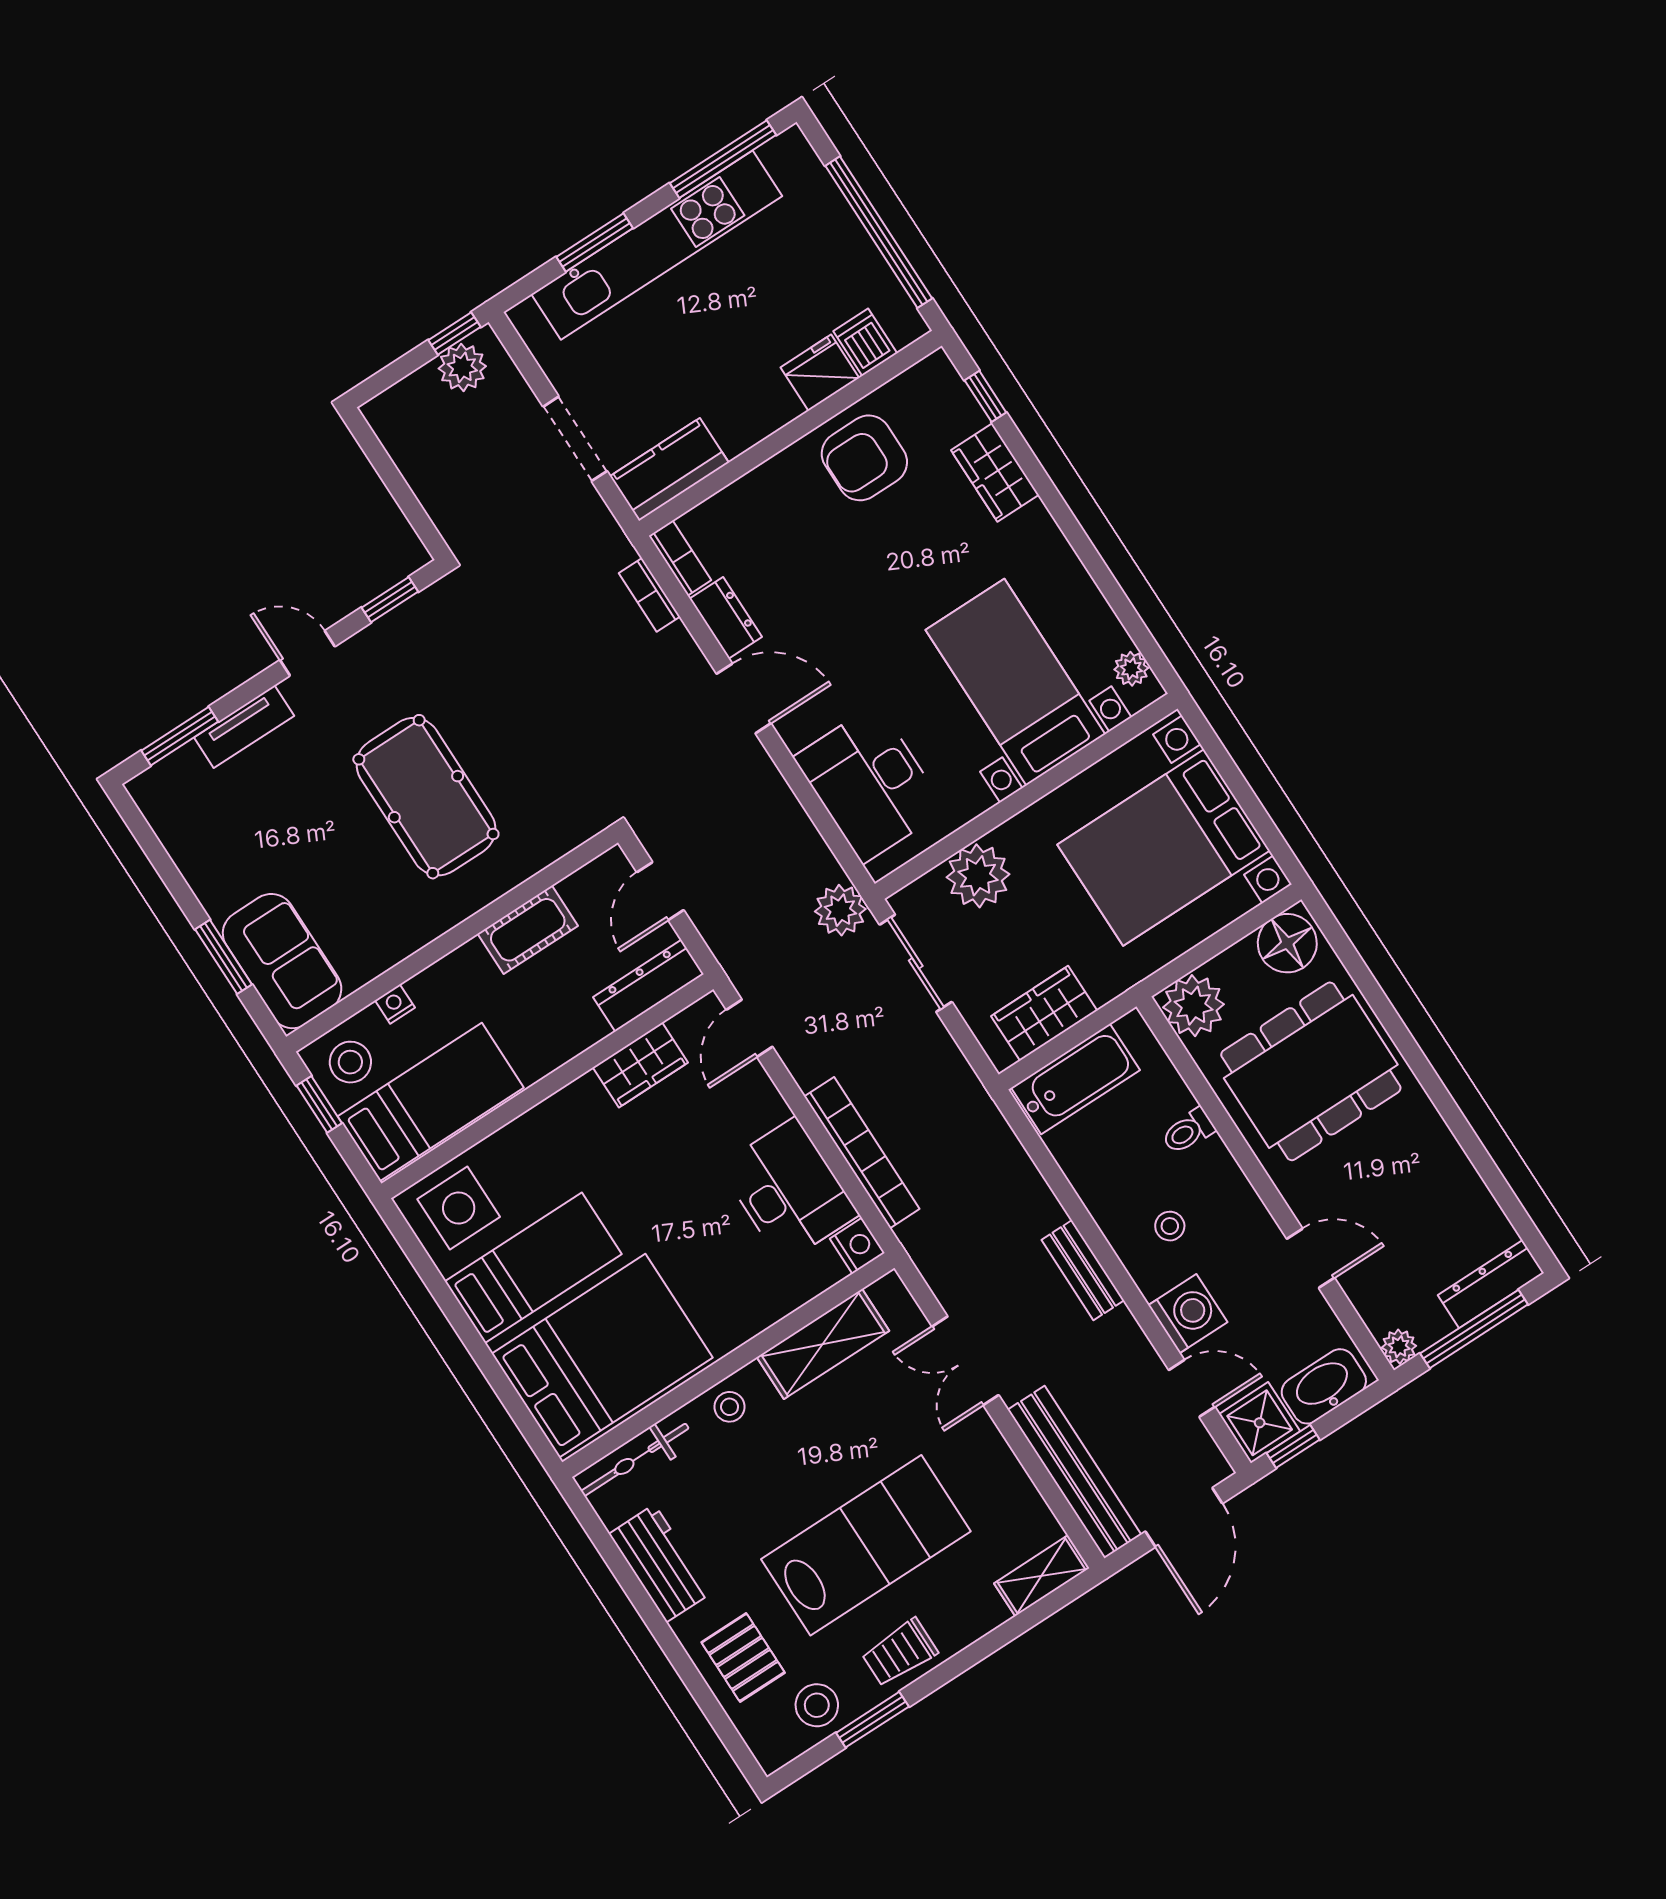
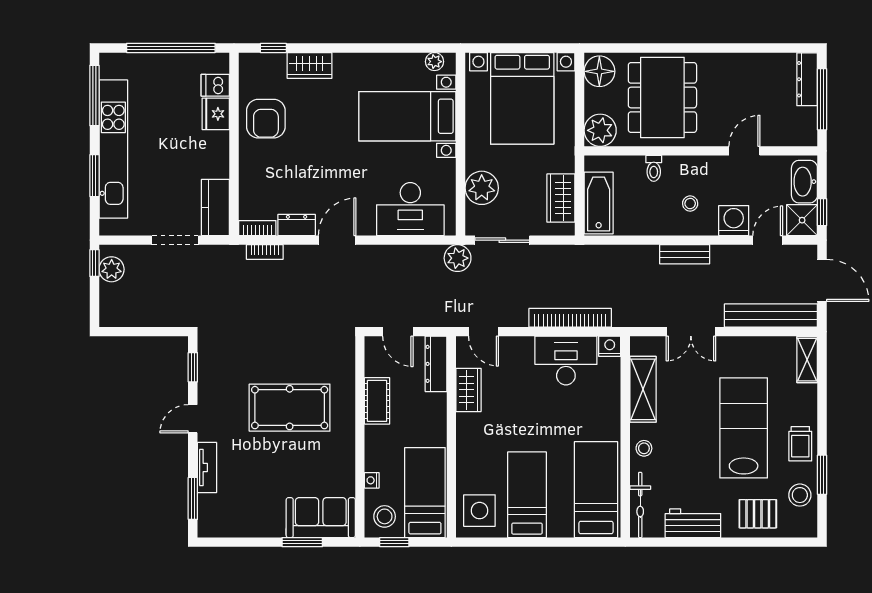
plant: (1399, 1347) -> (808, 137), removed
bed: (602, 1356) -> (596, 490), width x0.67

